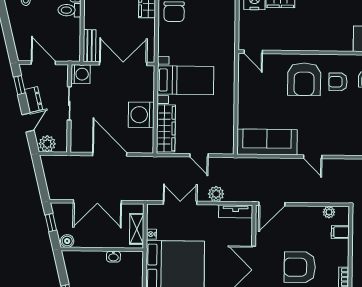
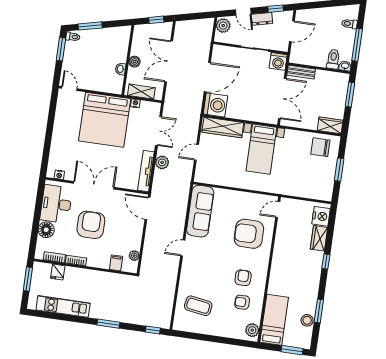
armchair: (304, 79) -> (249, 234), moved
washing machine: (141, 115) -> (215, 105), moved, turned 90
tv unit: (236, 211) -> (146, 171), width x1.41
boiler: (67, 241) -> (135, 62), moved

